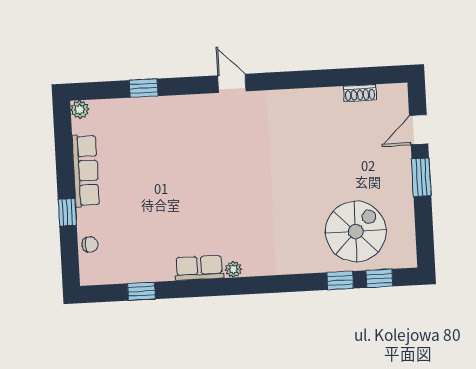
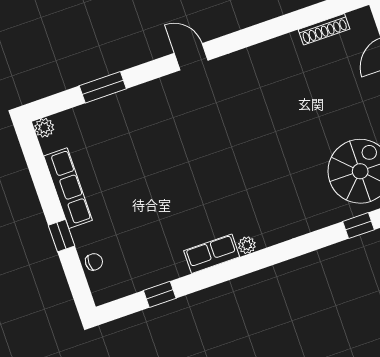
window: (144, 88) -> (103, 87), width x1.50
shoe rack: (360, 93) -> (324, 29), width x1.43

